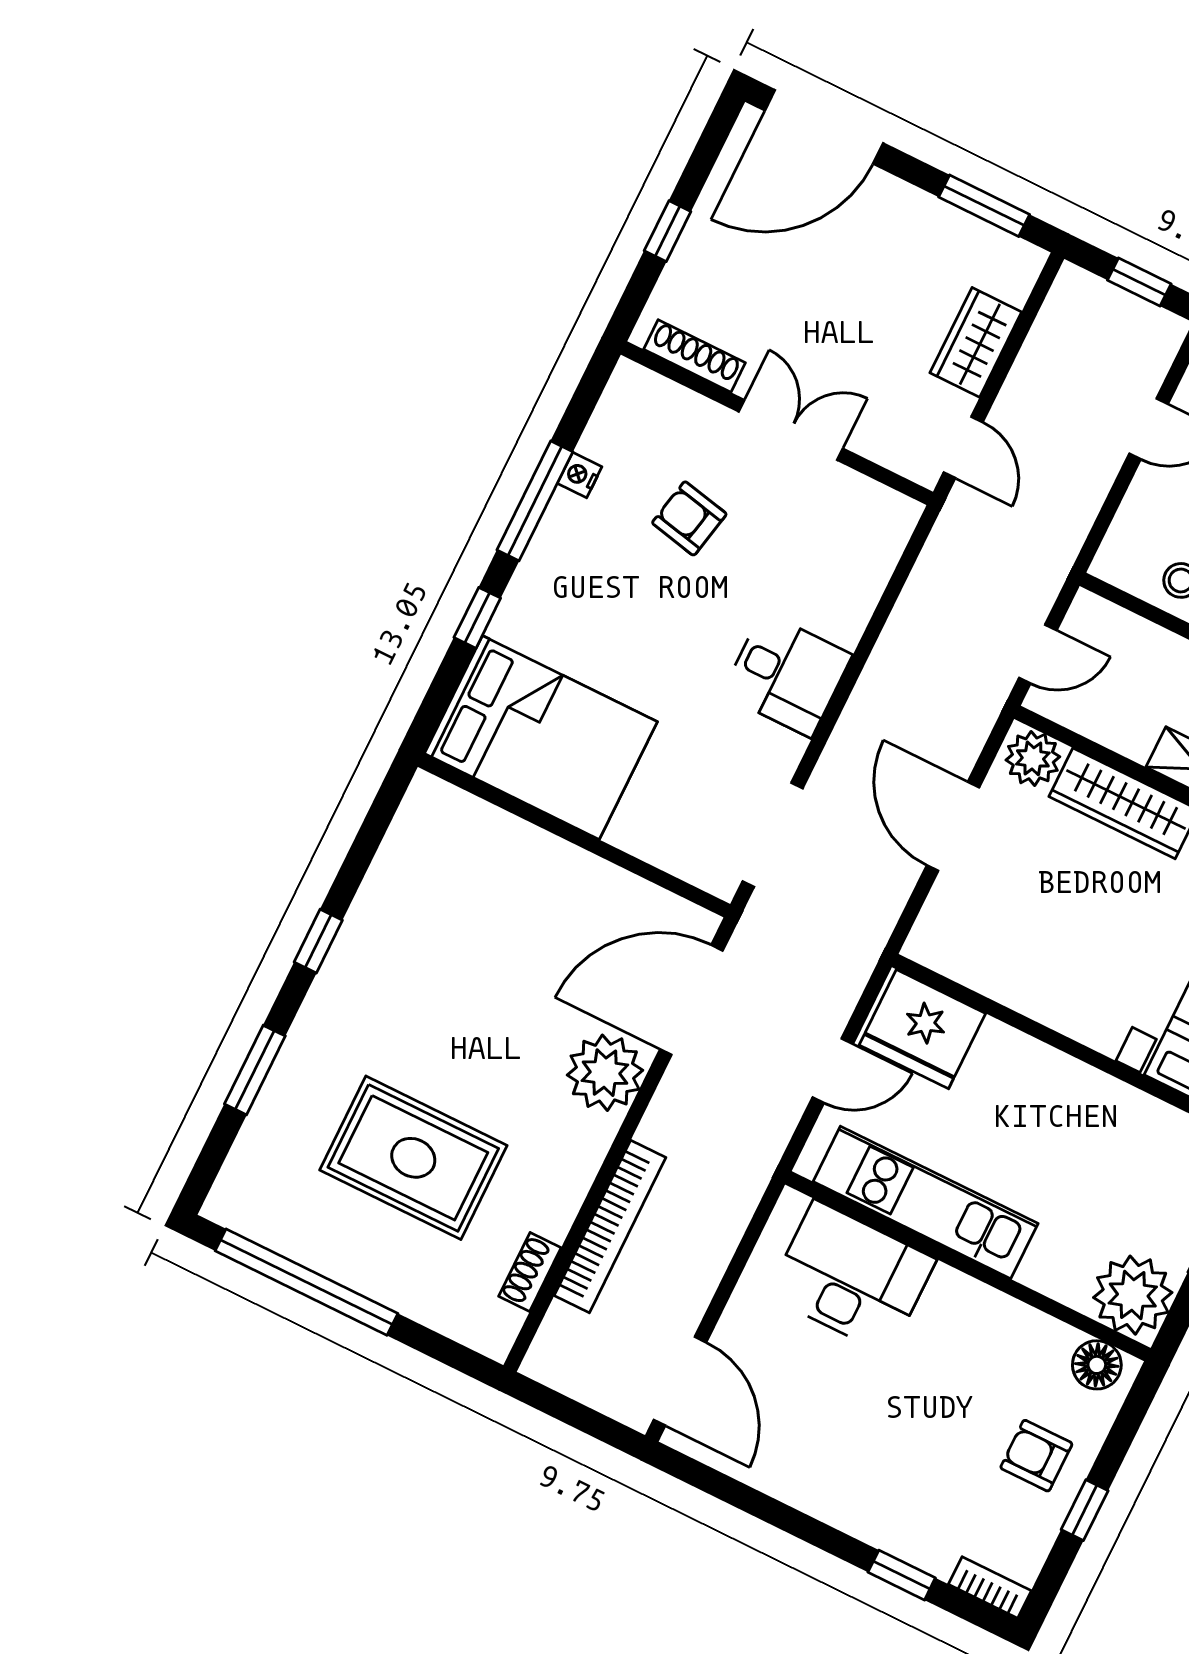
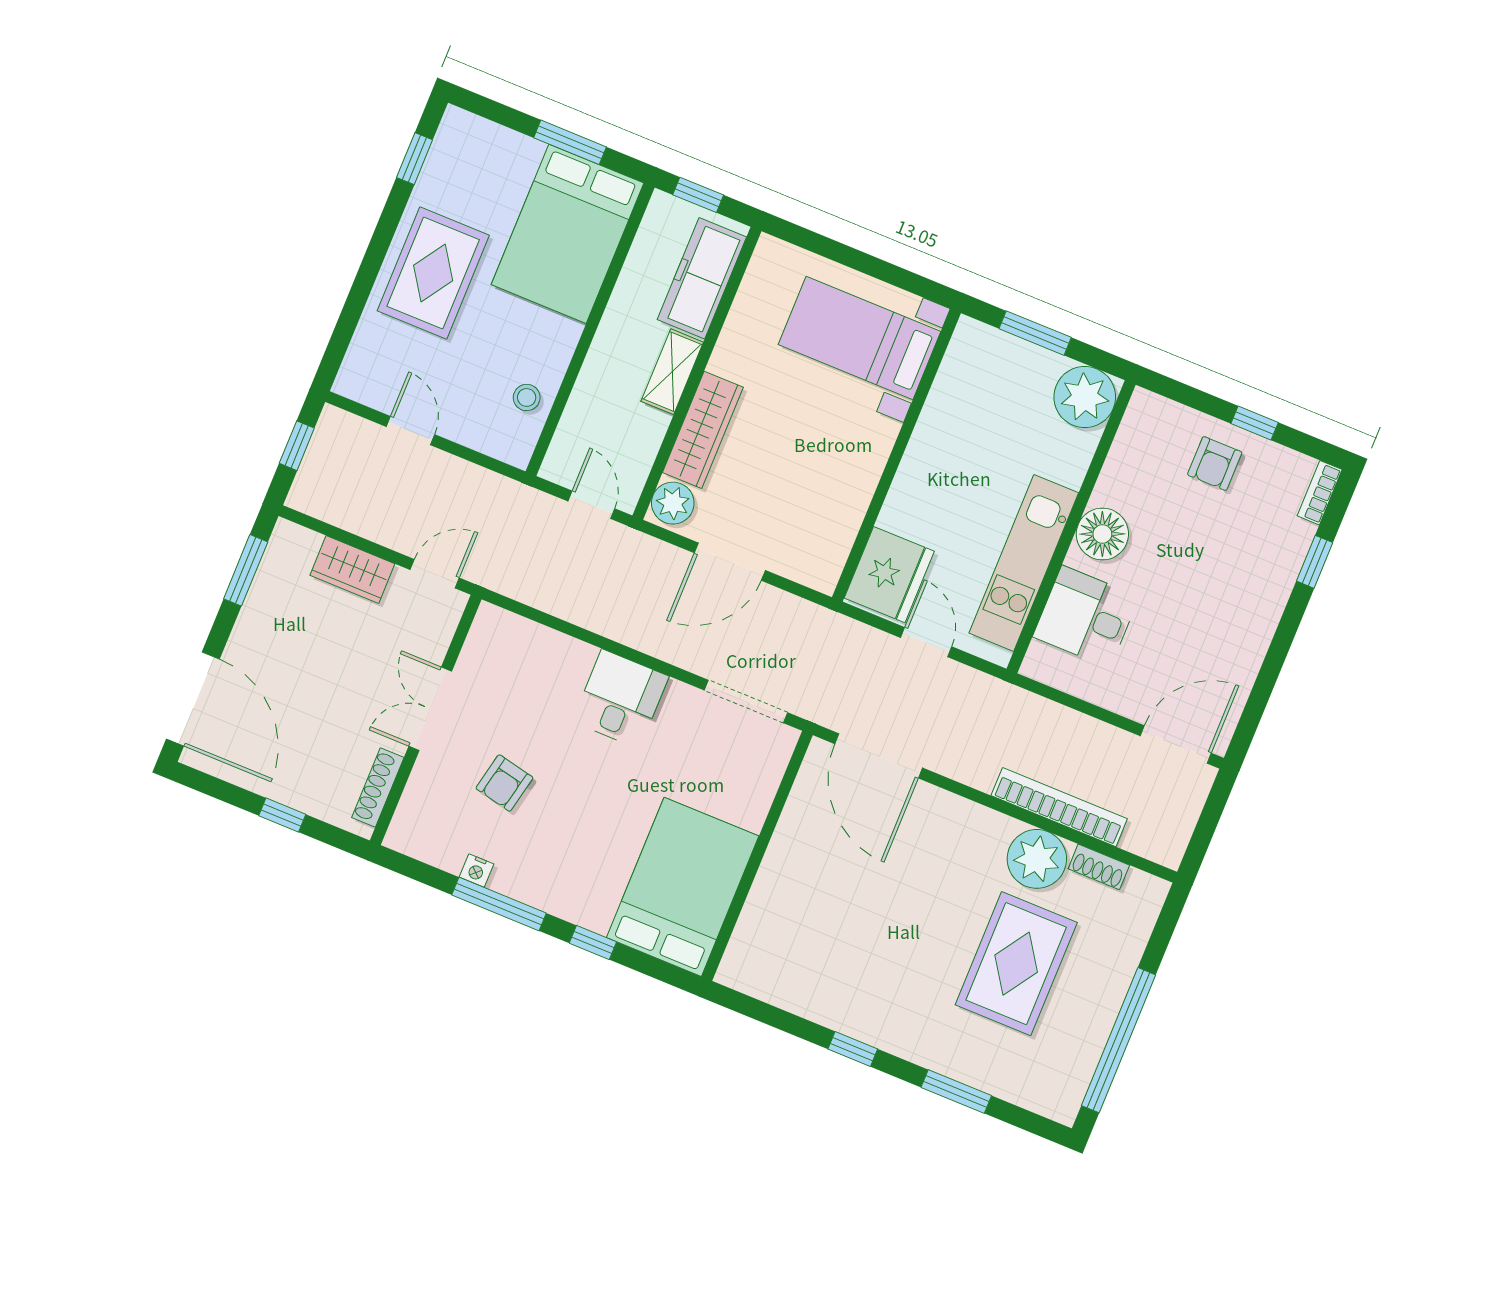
plant: (605, 1073) -> (1037, 859), moved
desk: (851, 1277) -> (1086, 617), width x0.73
floor lamp: (1097, 1365) -> (1102, 534), moved, width x1.38, depth x1.38

